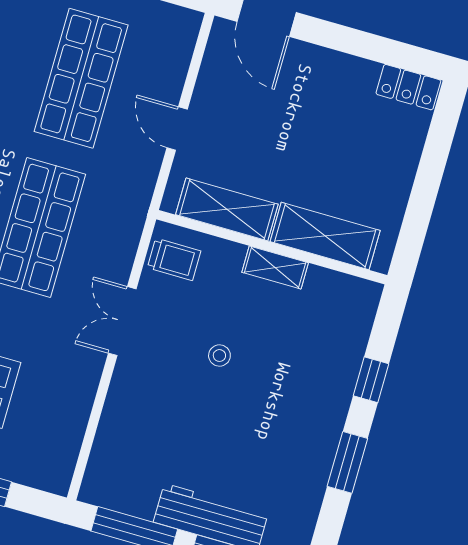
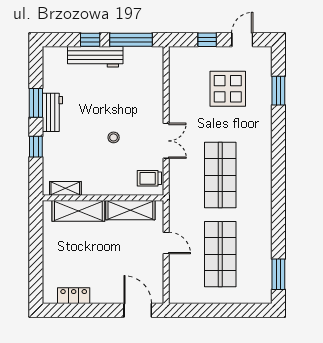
locker: (408, 87) -> (74, 296), moved
shelving: (275, 267) -> (65, 188), moved
workbench: (321, 435) -> (52, 112), added

